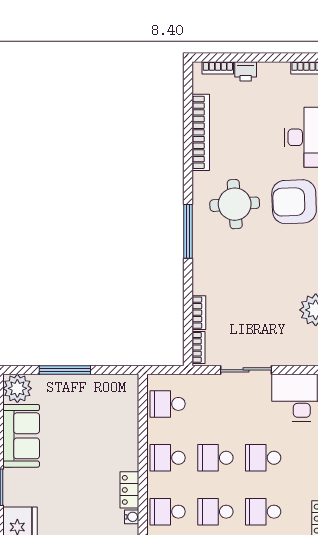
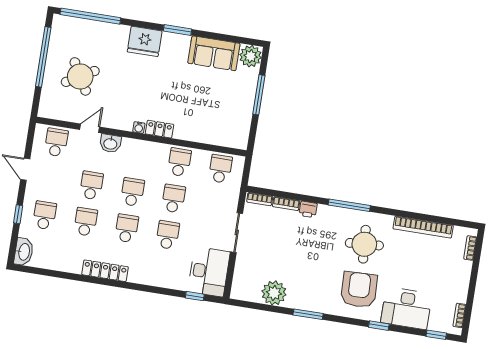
printer: (246, 71) -> (308, 209), moved, turned -90
school desk: (168, 512) -> (138, 156), removed

